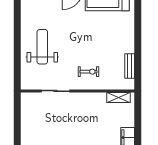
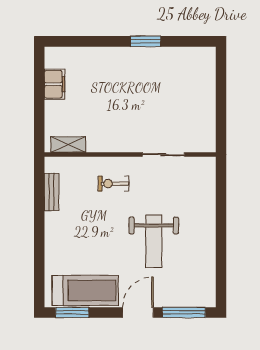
weight bench: (42, 47) -> (154, 241), moved

